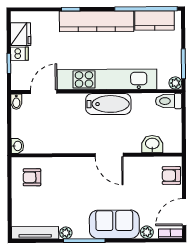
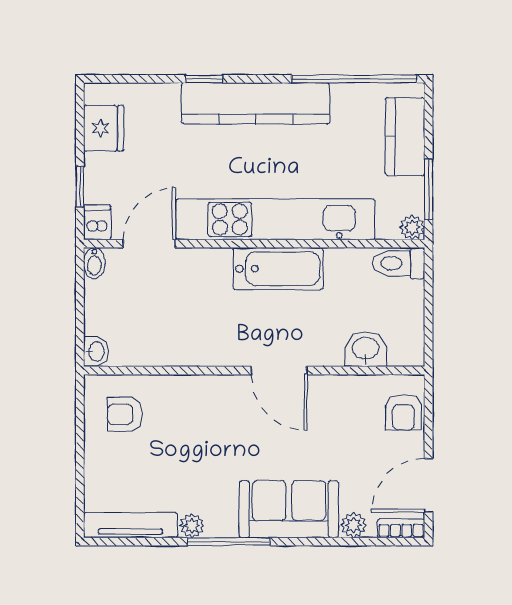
kitchen counter: (155, 20) -> (405, 137), moved, turned 90
dishwasher: (19, 54) -> (97, 222), moved, turned -90
armchair: (171, 175) -> (403, 412), turned -90

